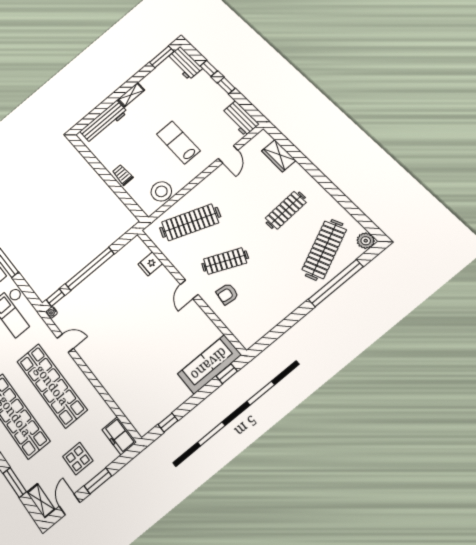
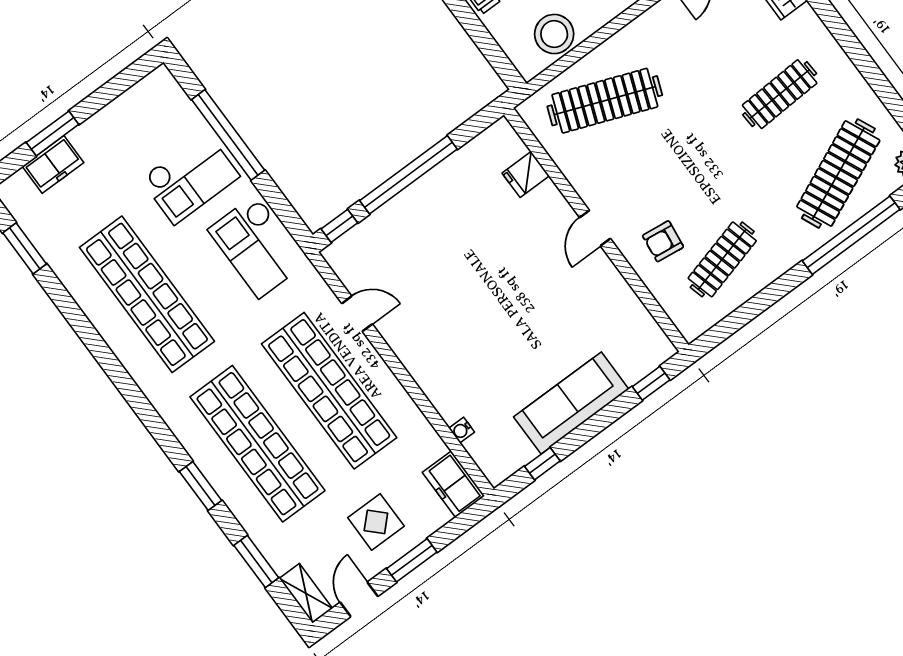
clothes rail: (225, 261) -> (722, 259), moved, turned -39
water cooler: (52, 312) -> (462, 430), moved
sofa: (209, 364) -> (571, 403), moved

